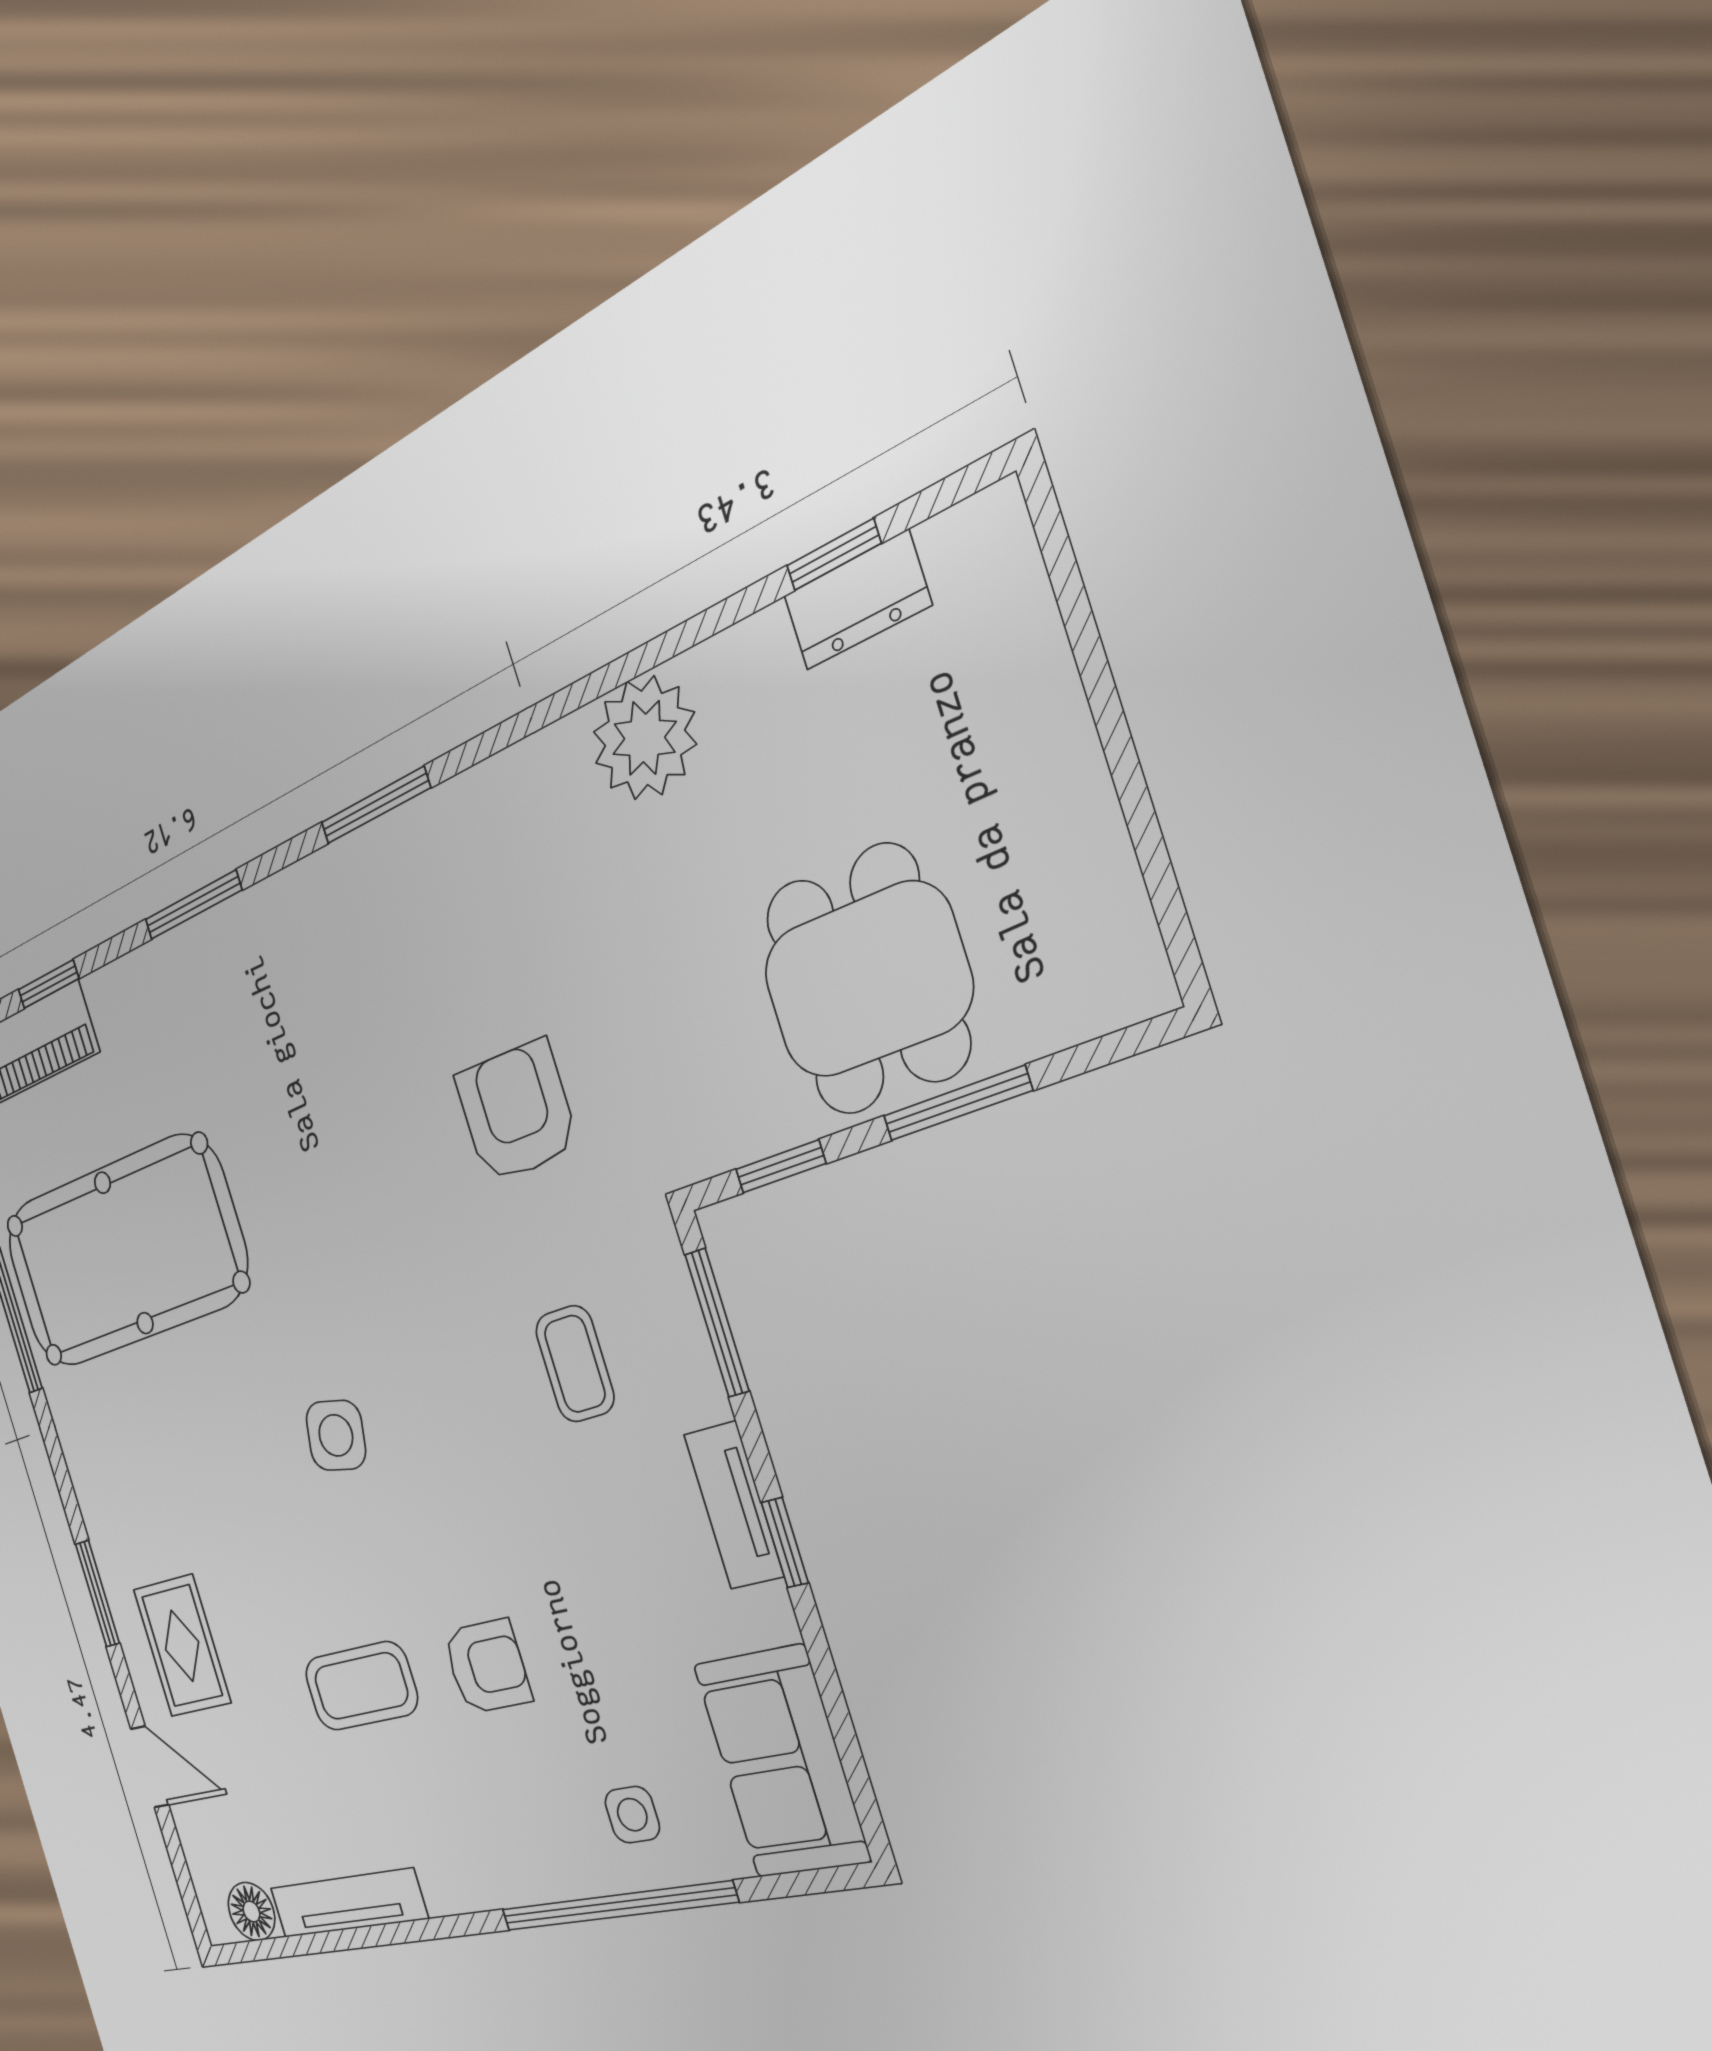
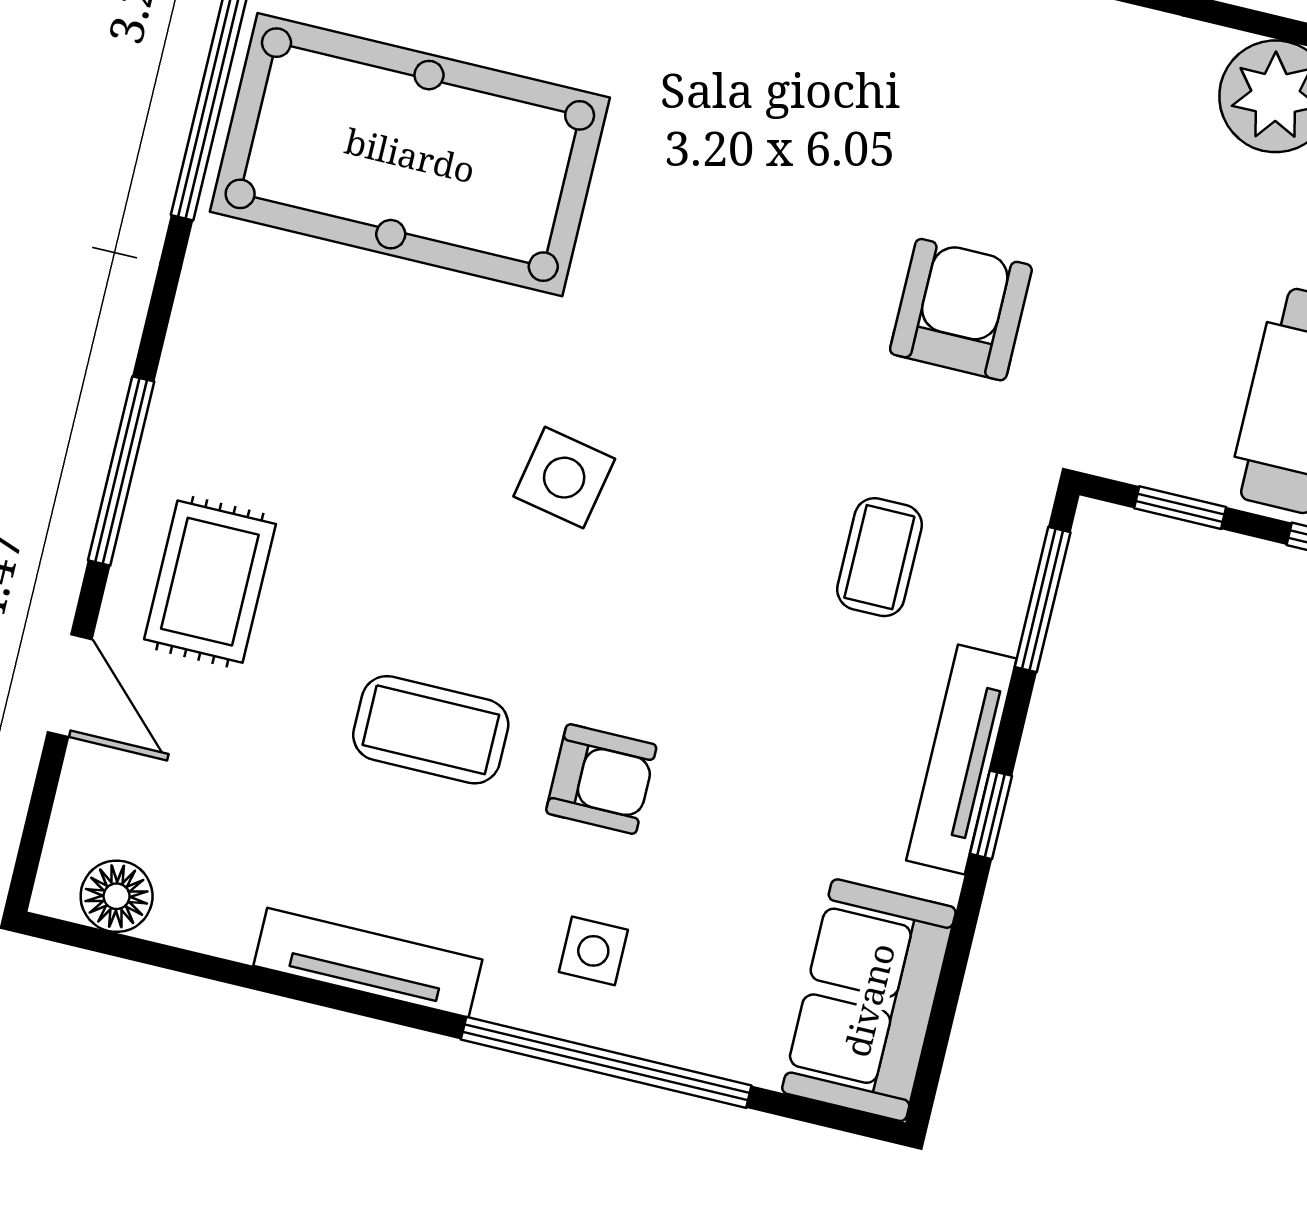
tv unit: (734, 1505) -> (961, 760), width x1.41
window: (97, 1594) -> (121, 471), width x1.44
side table: (632, 1815) -> (593, 951), moved
tv unit: (348, 1903) -> (368, 963), moved

